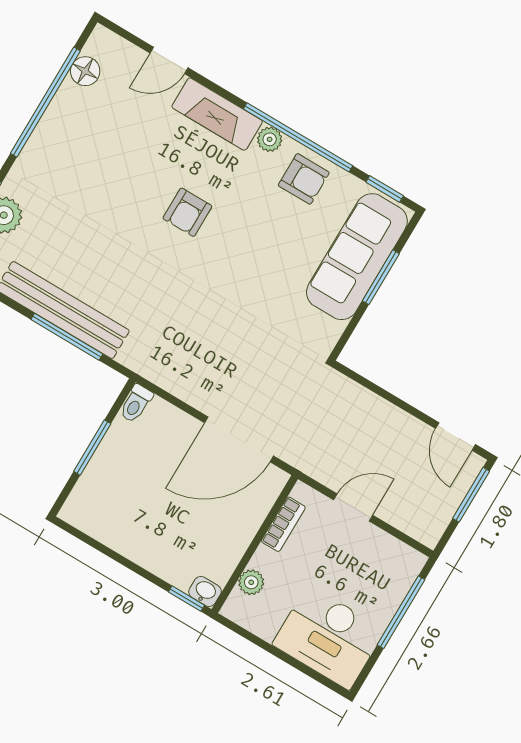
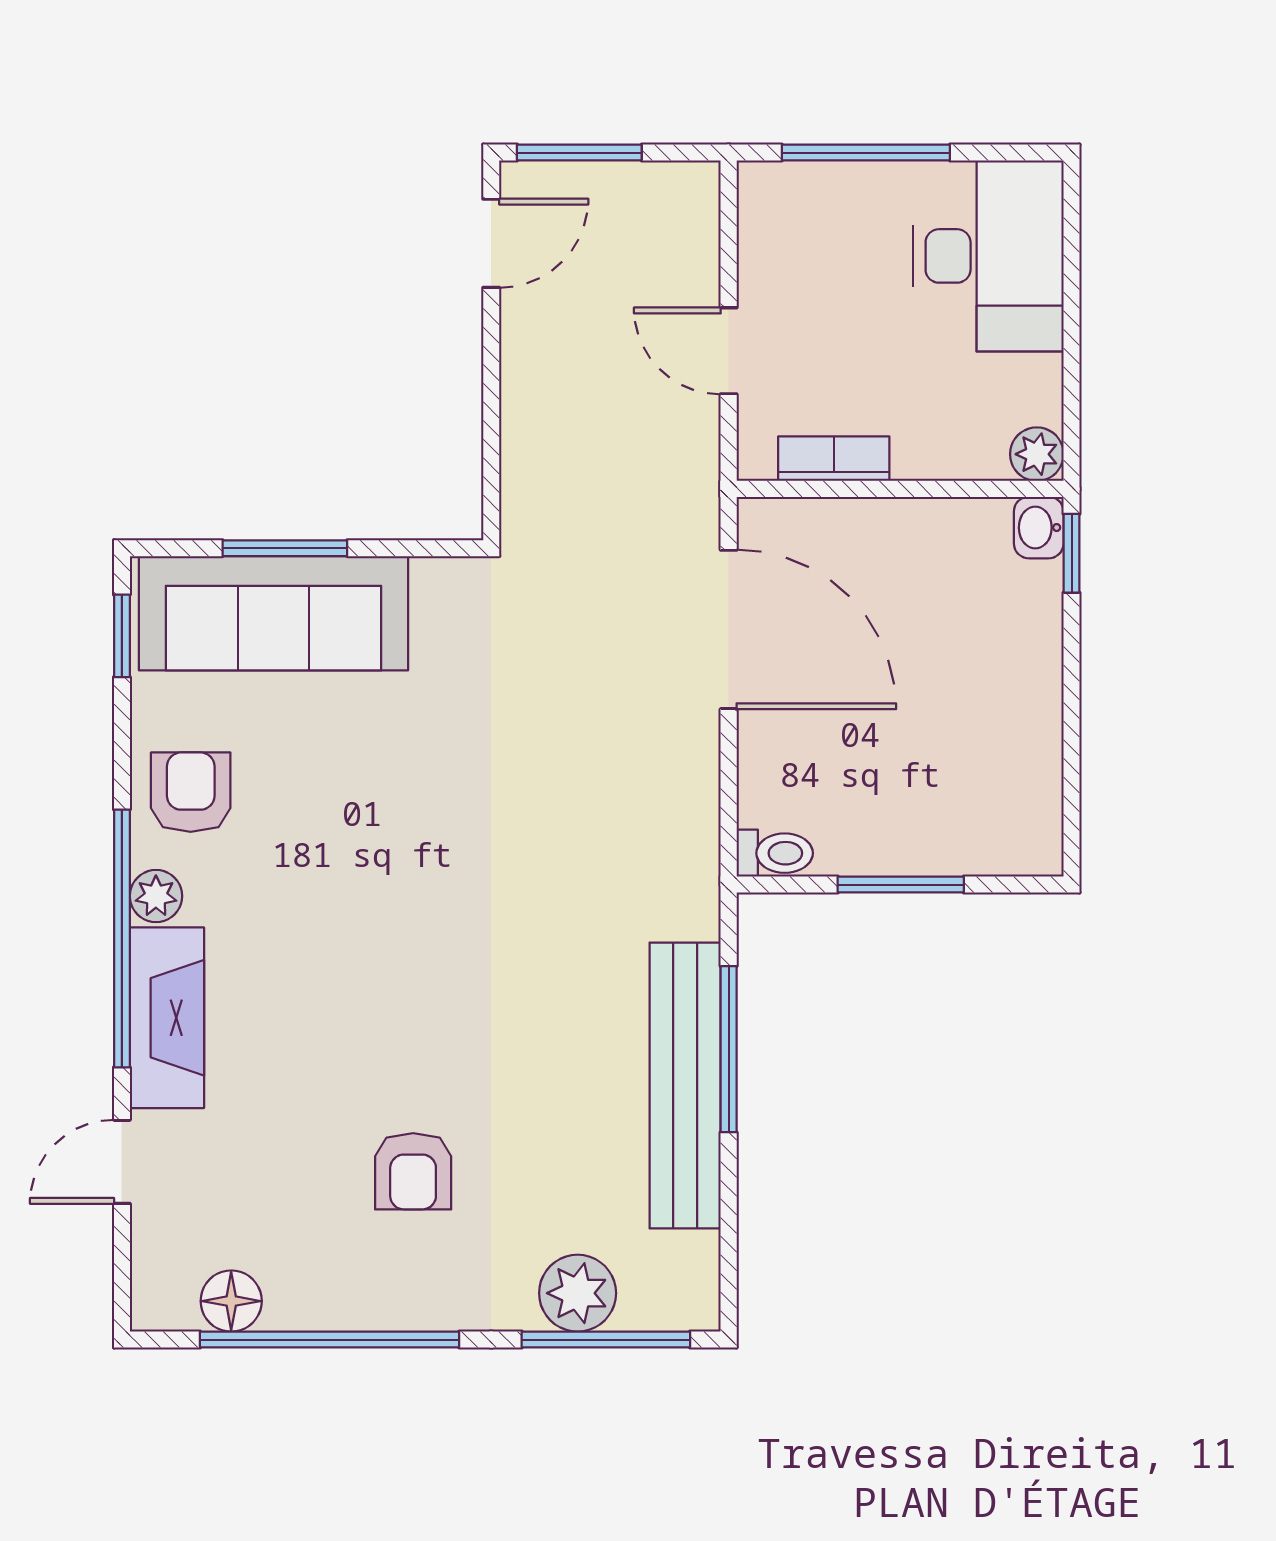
door: (169, 60) -> (122, 1162), swing flipped
window: (298, 137) -> (122, 938), moved
armchair: (187, 212) -> (413, 1171), moved, turned 90
plant: (251, 582) -> (1037, 454), moved

